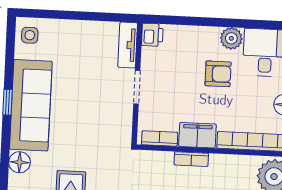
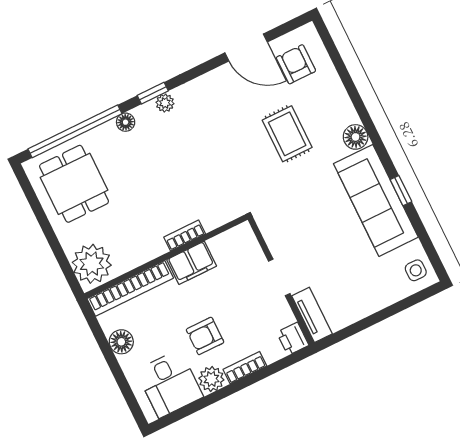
bookcase: (160, 138) -> (245, 368), moved, turned 180

